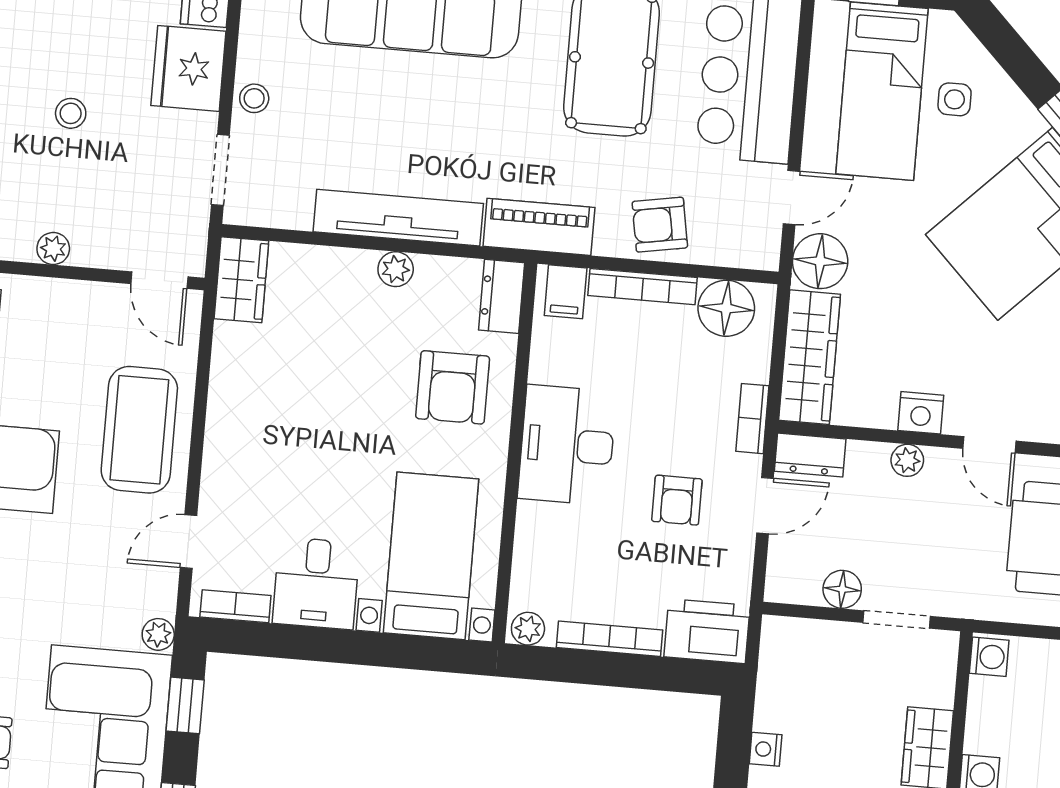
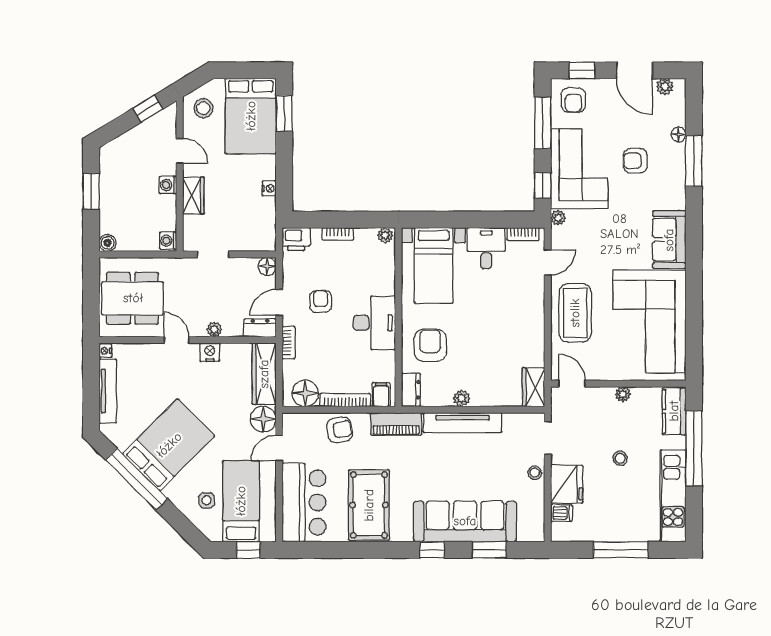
floor lamp: (842, 589) -> (267, 266), moved
printer: (707, 631) -> (296, 239), width x0.73, depth x0.84
bookcase: (610, 639) -> (338, 234), width x0.64

